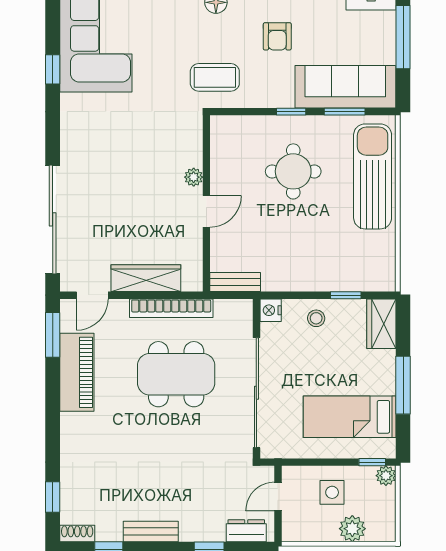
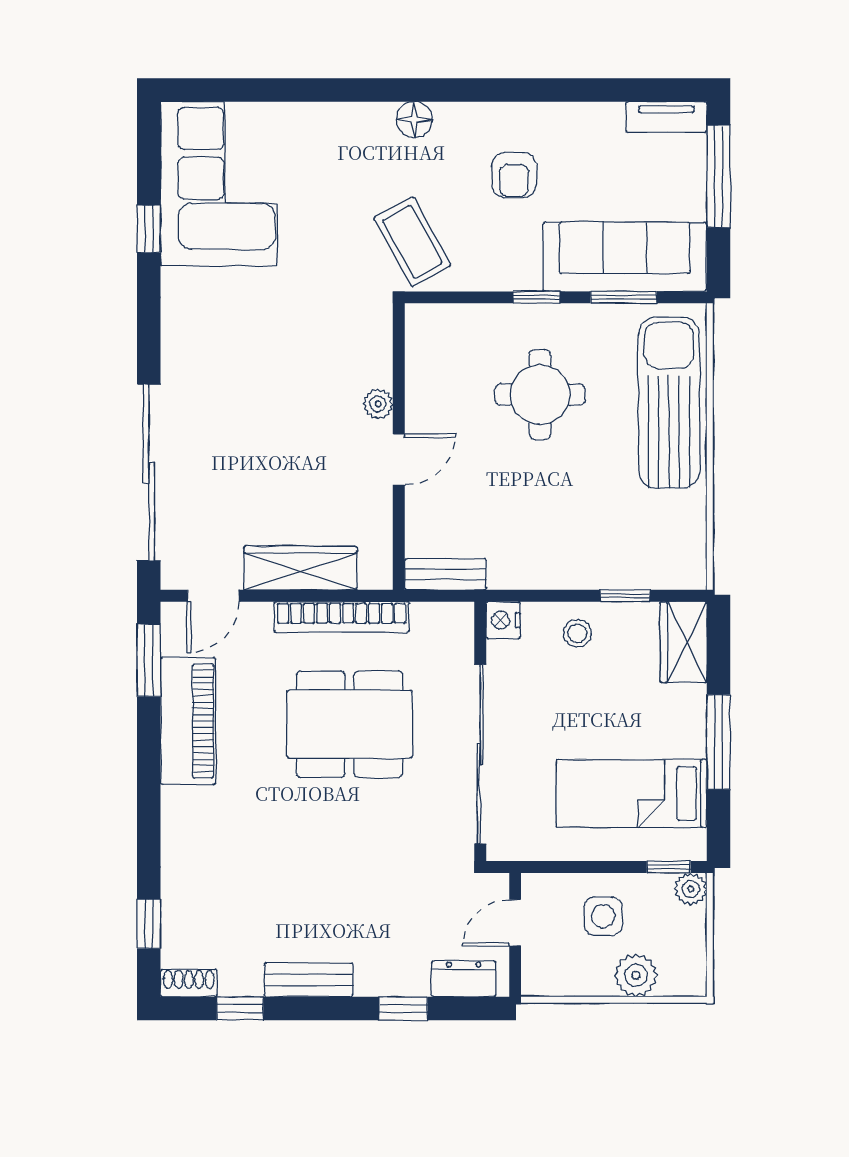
coffee table: (215, 77) -> (412, 242), turned 61

